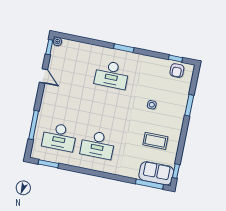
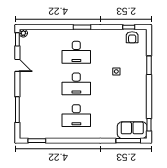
desk: (59, 137) -> (76, 84), moved
coffee table: (155, 141) -> (126, 102), removed

